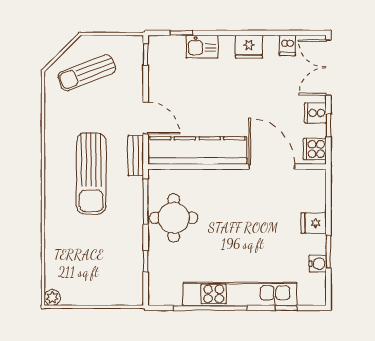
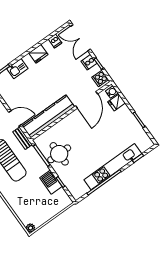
door: (272, 167) -> (87, 100), swing flipped
fridge: (314, 223) -> (117, 102), moved
barbecue: (131, 251) -> (51, 182), added
water cooler: (318, 264) -> (112, 92), moved

